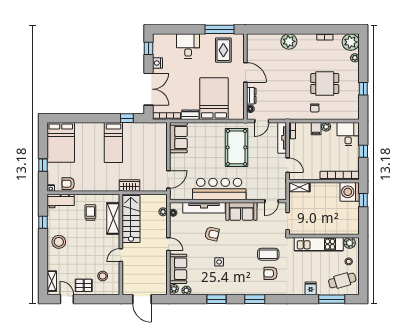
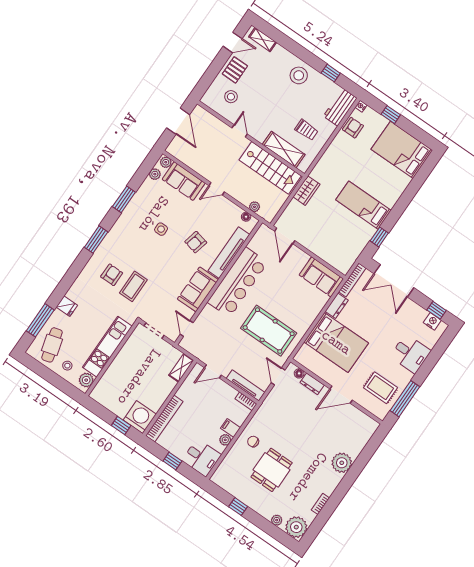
nightstand: (158, 63) -> (432, 321), moved
door: (142, 299) -> (178, 121), swing flipped

